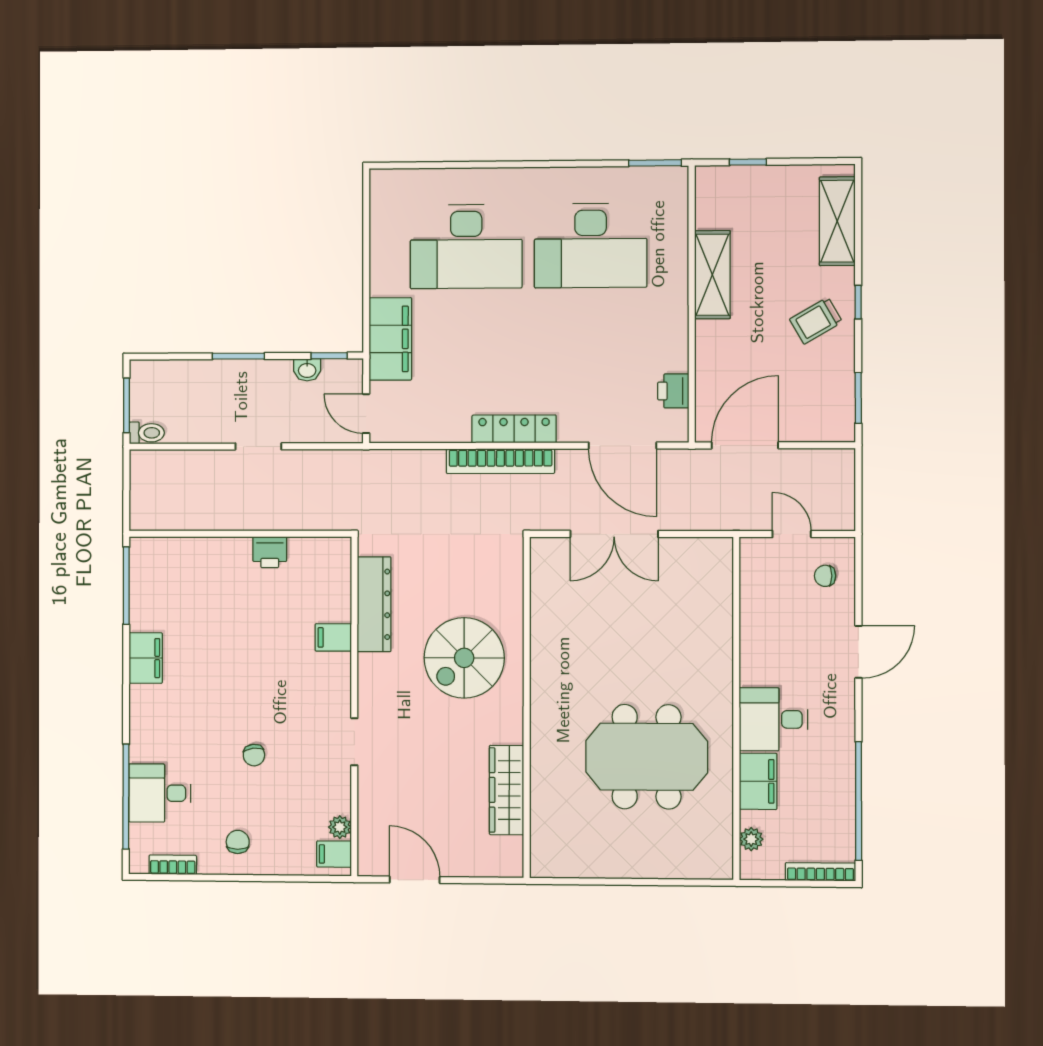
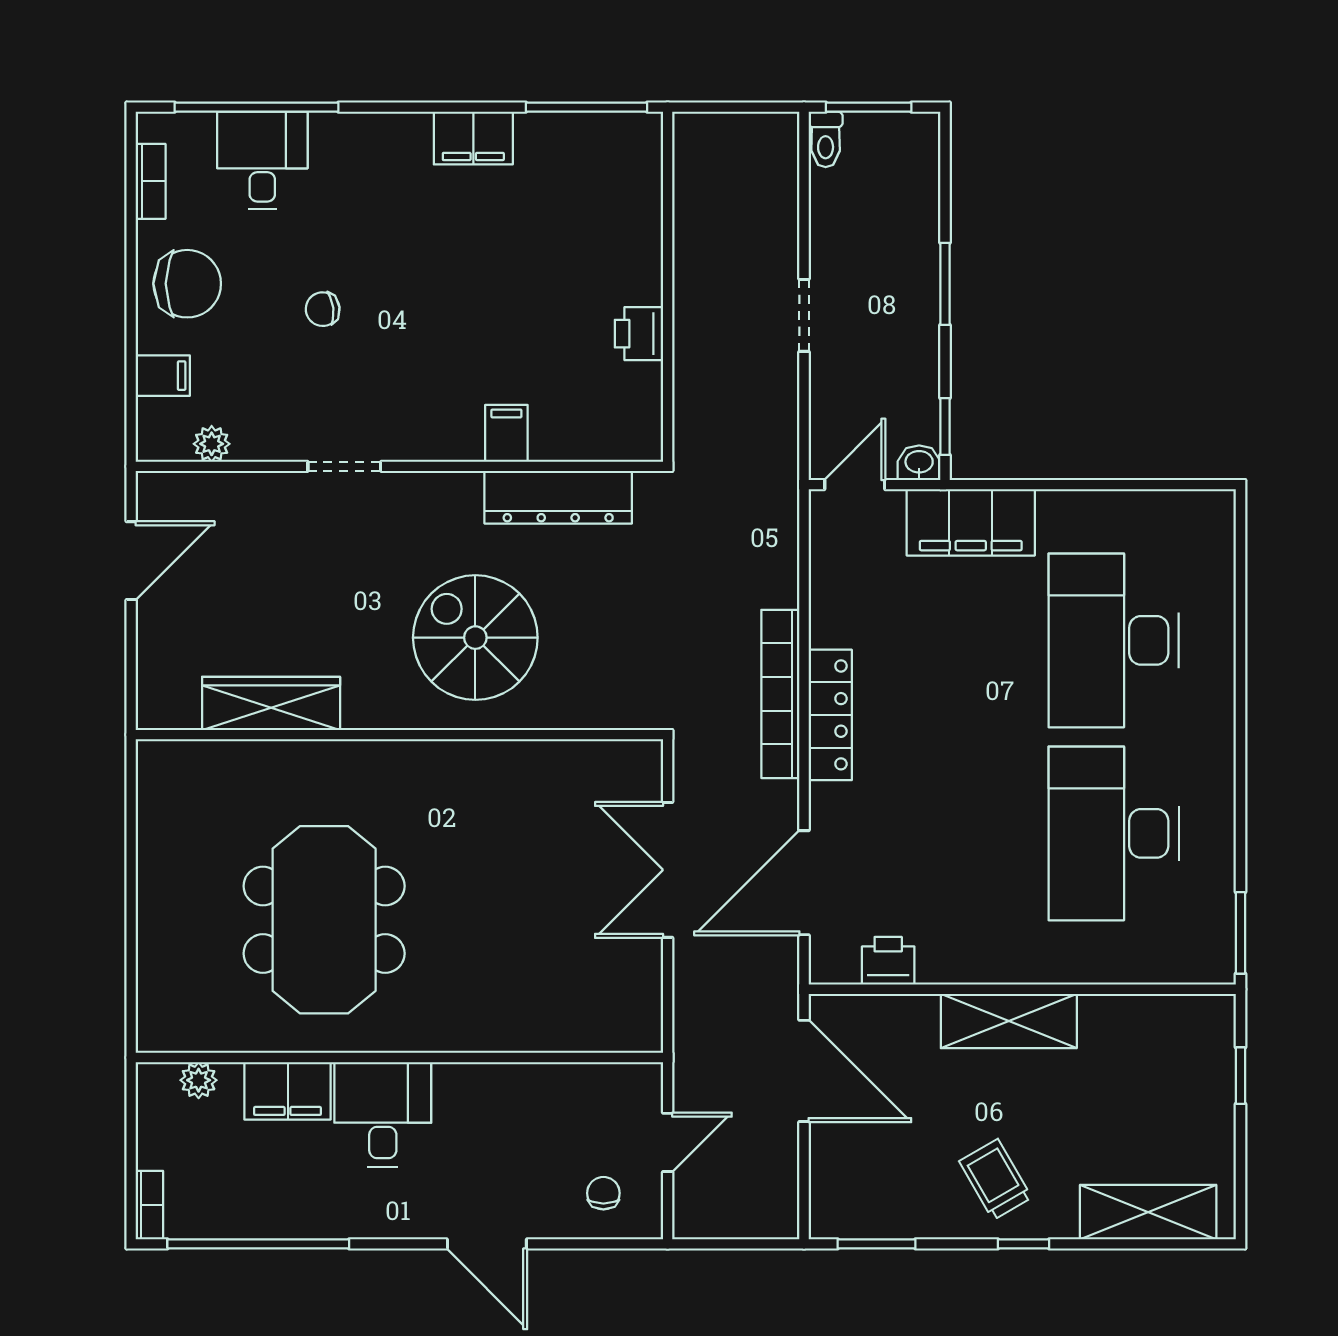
shelving: (712, 275) -> (1009, 1021), moved
washbasin: (307, 370) -> (919, 463), moved, turned 90
chair: (238, 842) -> (187, 284), width x1.87, depth x1.87
filing cabinet: (334, 854) -> (163, 376), moved, turned 90
bookcase: (820, 872) -> (149, 1205), width x0.64

